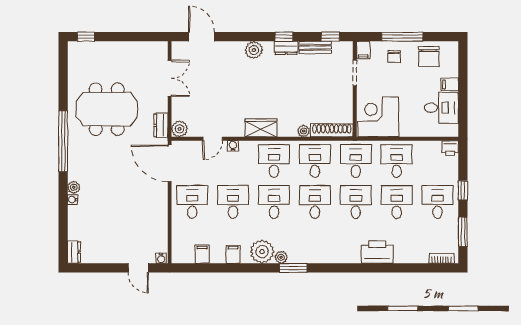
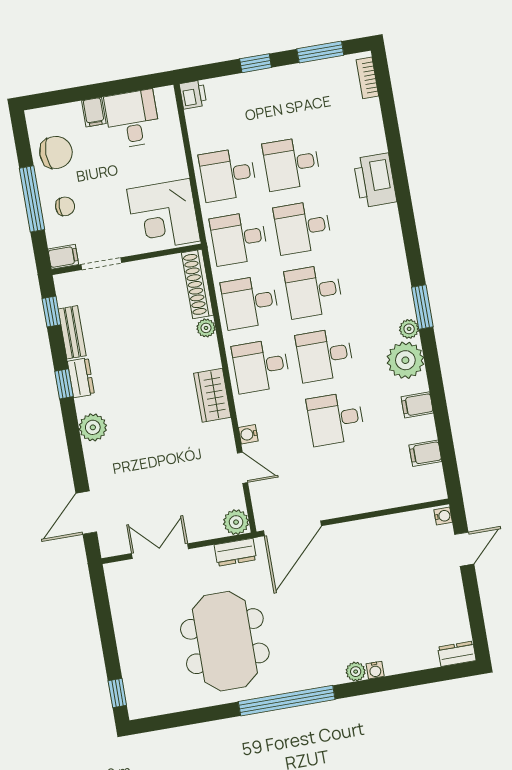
desk: (192, 202) -> (347, 483), removed
desk: (438, 202) -> (281, 100), removed

